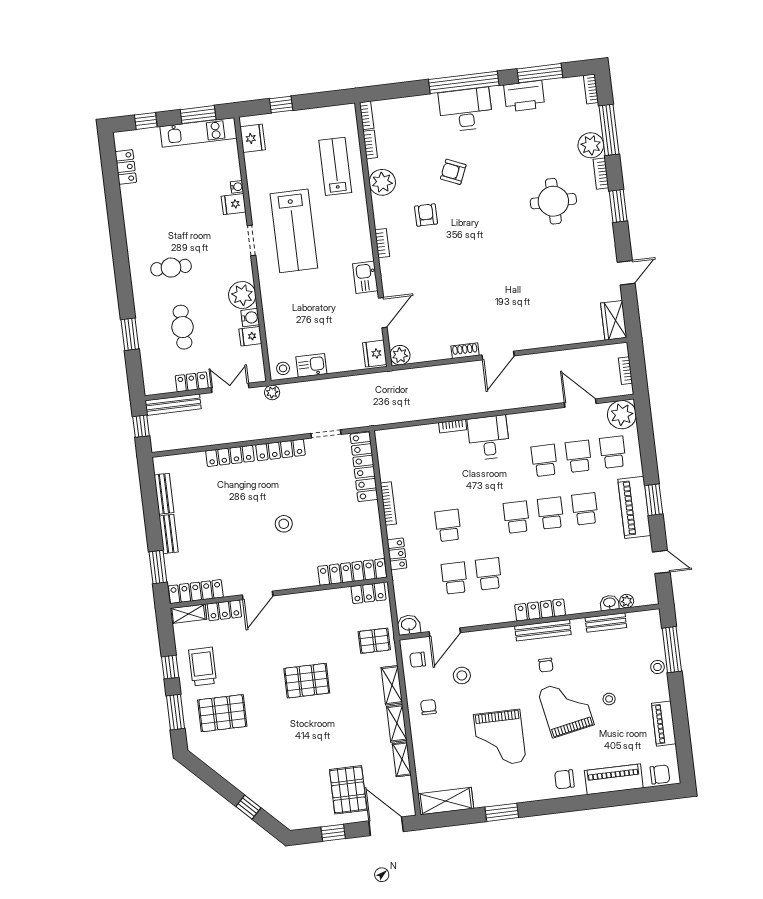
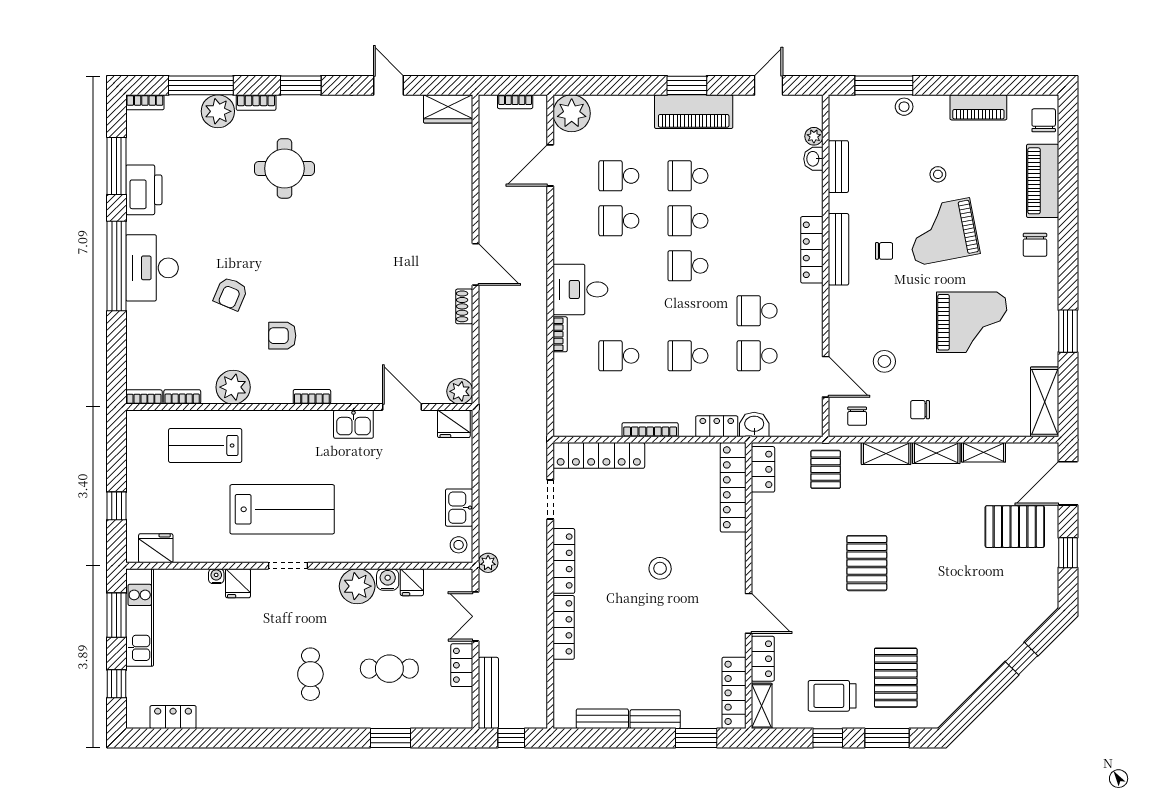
school desk: (613, 452) -> (619, 356), moved
washbasin: (409, 625) -> (754, 424), moved, turned 90

